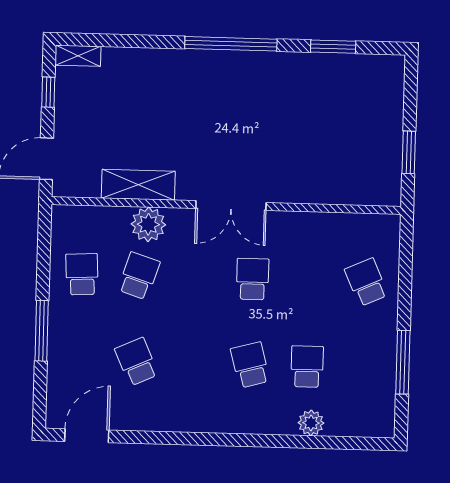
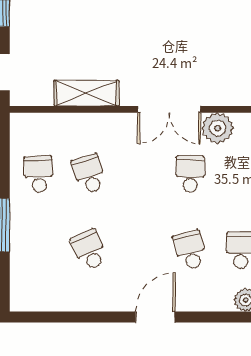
plant: (148, 224) -> (218, 128), moved
school desk: (139, 276) -> (89, 174), turned -36
door: (87, 436) -> (155, 317), moved

